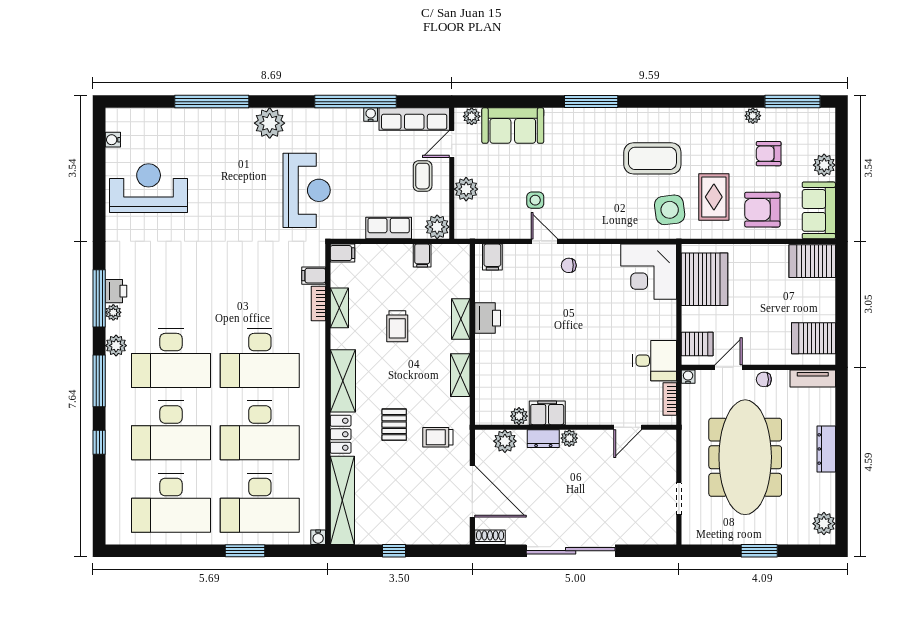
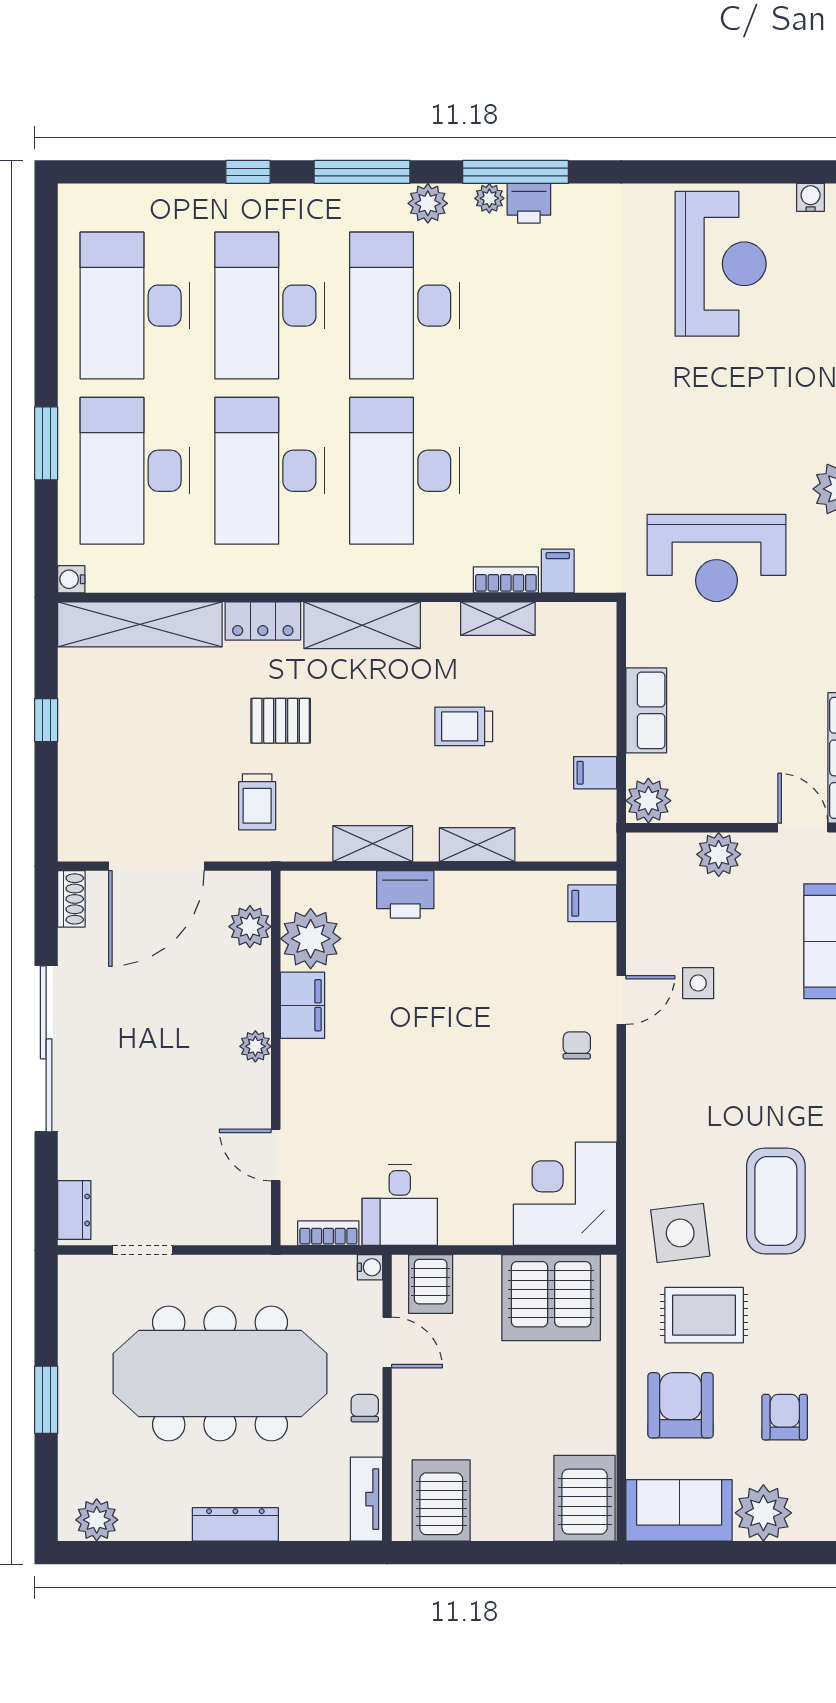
plant: (824, 165) -> (763, 1513), width x1.36, depth x1.36
coffee table: (423, 176) -> (743, 773), removed
filing cabinet: (343, 253) -> (600, 625), removed
printer: (488, 318) -> (405, 894), moved
plant: (519, 416) -> (311, 939), width x1.88, depth x1.88
trolley: (438, 437) -> (257, 802), turned 180
dresser: (543, 439) -> (74, 1210), moved, turned 180

